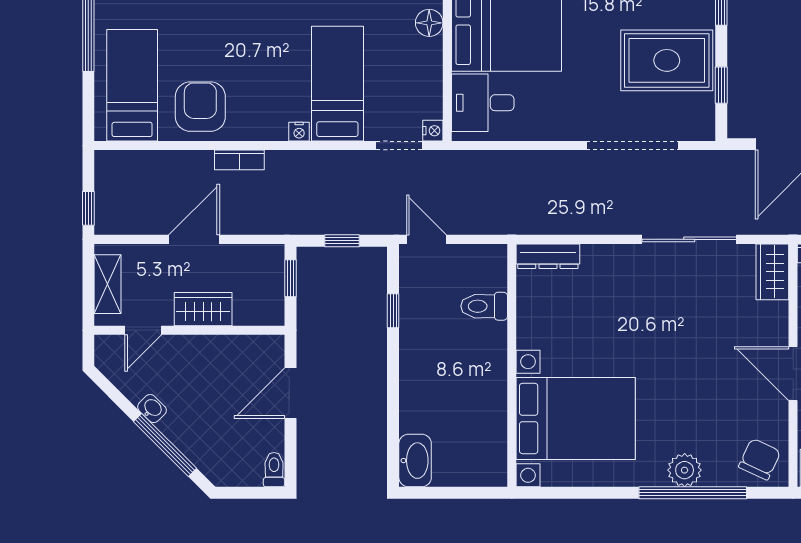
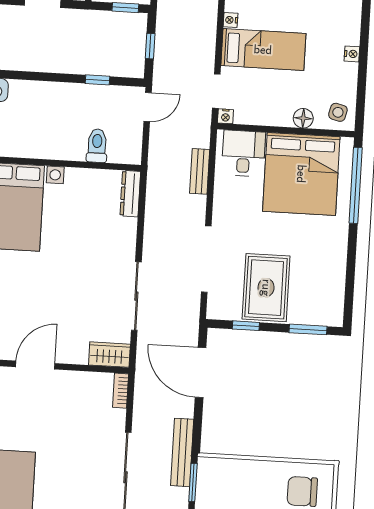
bench: (511, 162) -> (200, 171), added

